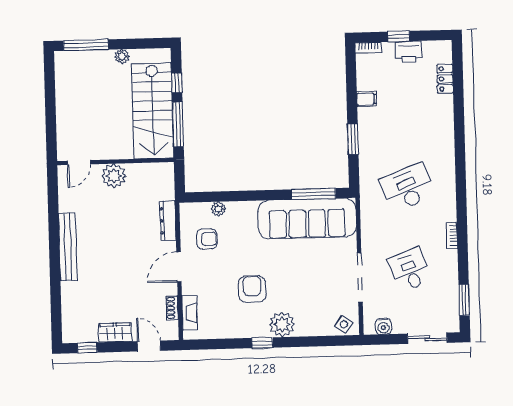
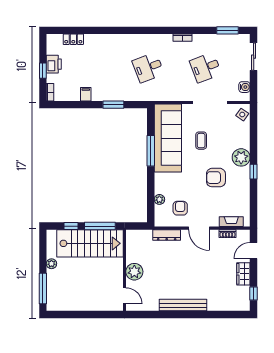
desk: (408, 187) -> (148, 67), width x0.73
window: (314, 194) -> (151, 151), moved
coffee table: (305, 266) -> (201, 141), added

